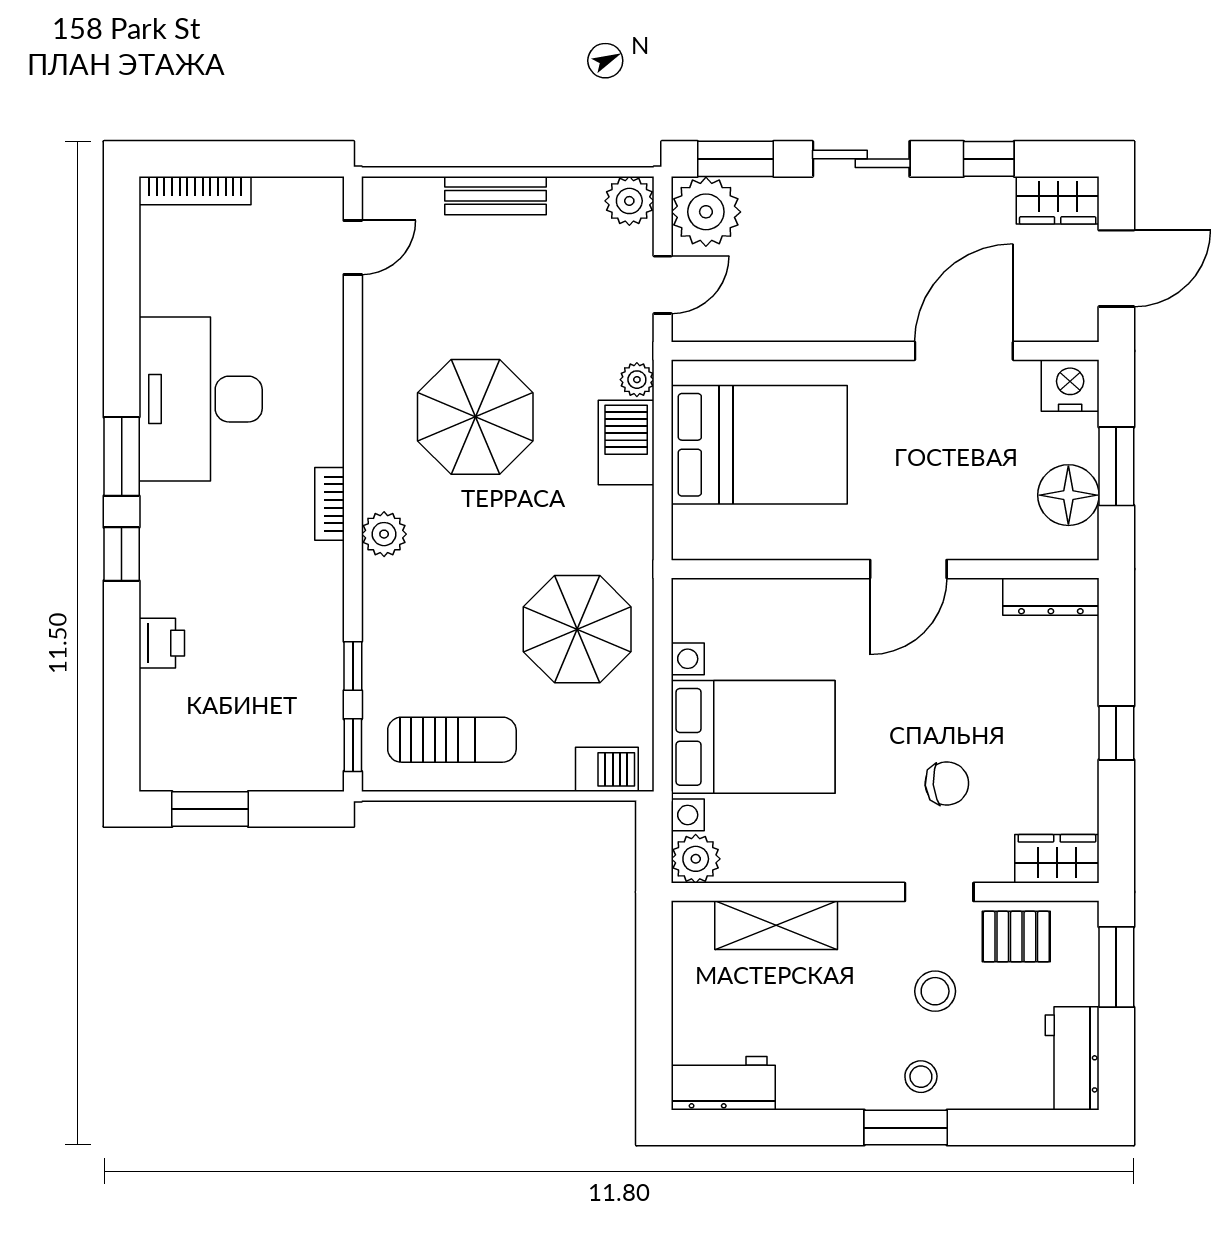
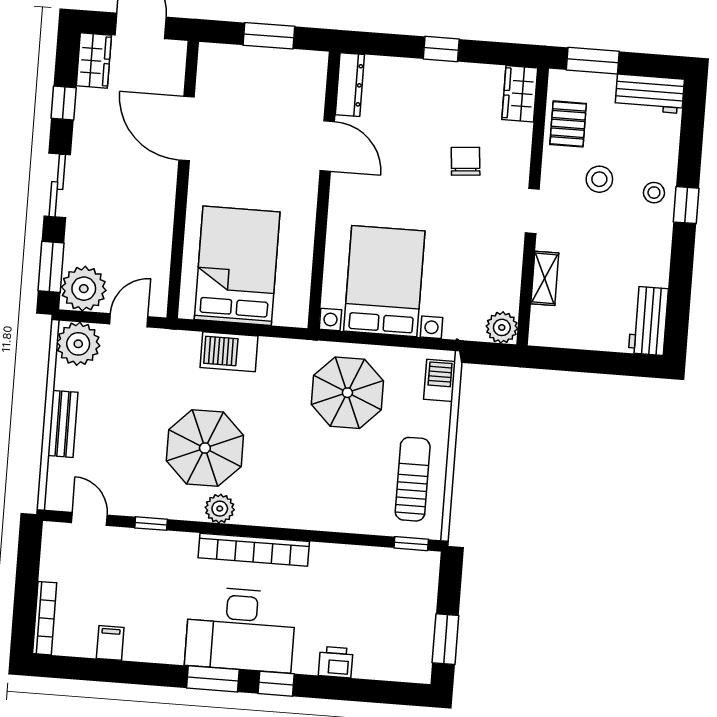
plant: (629, 201) -> (78, 344), width x1.36, depth x1.36
door: (663, 285) -> (129, 320), hinge flipped
filing cabinet: (165, 294) -> (110, 643), added
plant: (637, 380) -> (189, 342), removed
nightstand: (1070, 385) -> (214, 62), removed
desk: (201, 399) -> (241, 630), moved
floor lamp: (1068, 495) -> (285, 68), removed
bookcase: (329, 504) -> (254, 550), width x2.31, depth x1.31
plant: (384, 534) -> (220, 509), moved
door: (908, 569) -> (327, 146), moved
window: (353, 666) -> (151, 524), moved
bed with nightstands: (753, 737) -> (384, 281), moved
doorway: (939, 892) -> (532, 211), moved
shelving: (776, 925) -> (545, 278), width x0.67, depth x0.75
window: (906, 1128) -> (686, 205), width x0.67

